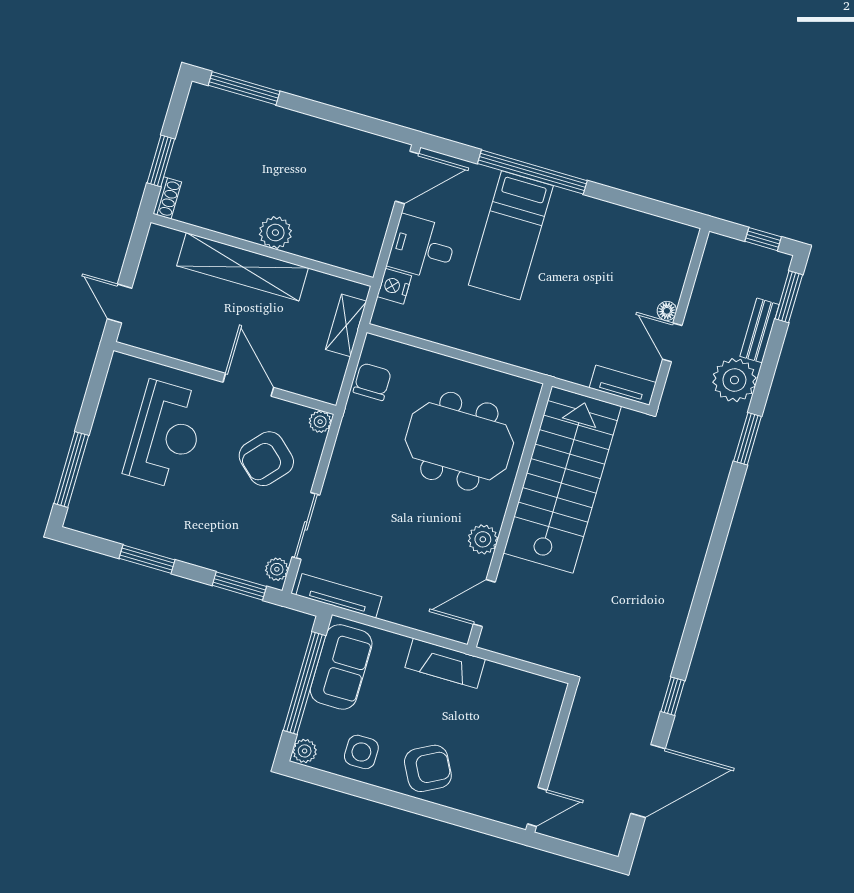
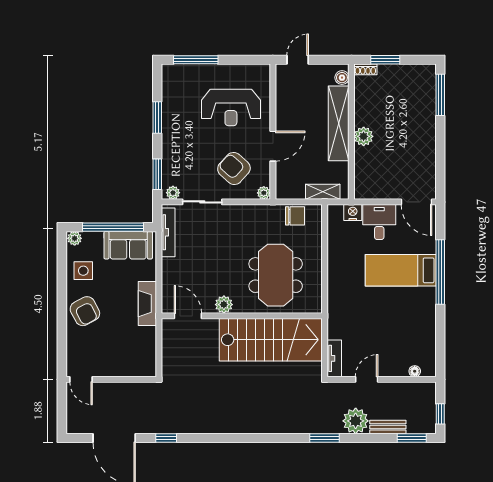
boiler: (170, 240) -> (342, 78), added
floor lamp: (667, 311) -> (415, 371), moved

